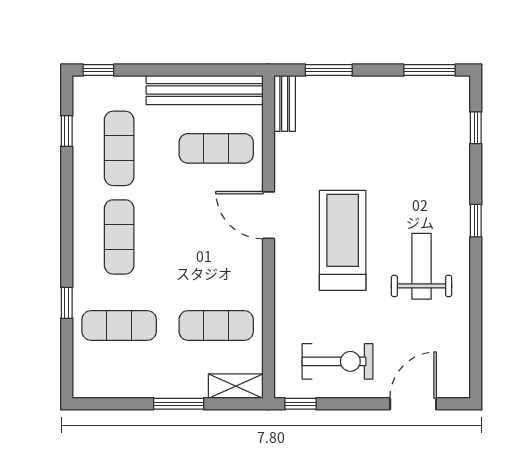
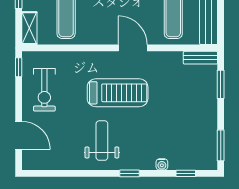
water cooler: (461, 167) -> (162, 164), added
door: (269, 215) -> (133, 48), hinge flipped
weight bench: (422, 266) -> (102, 141), turned -90

